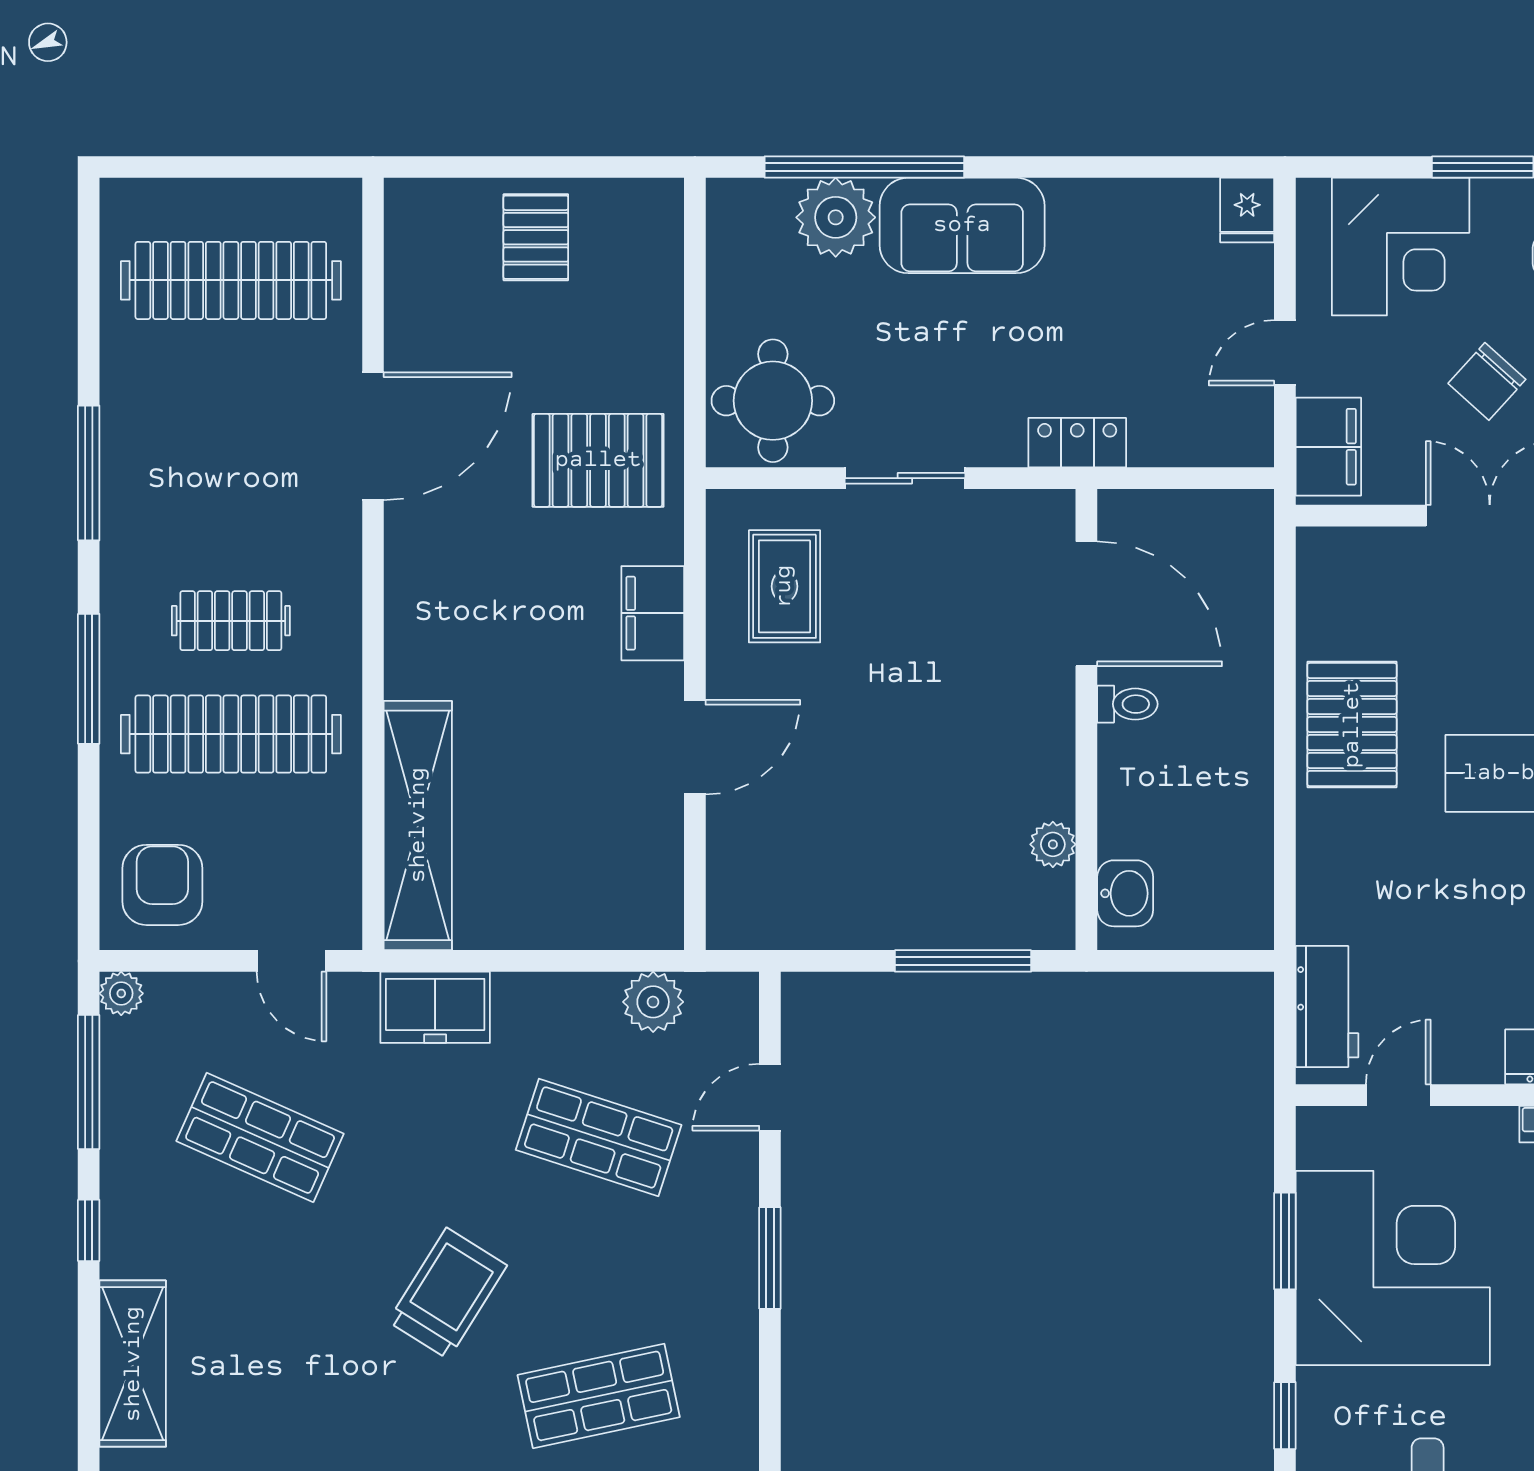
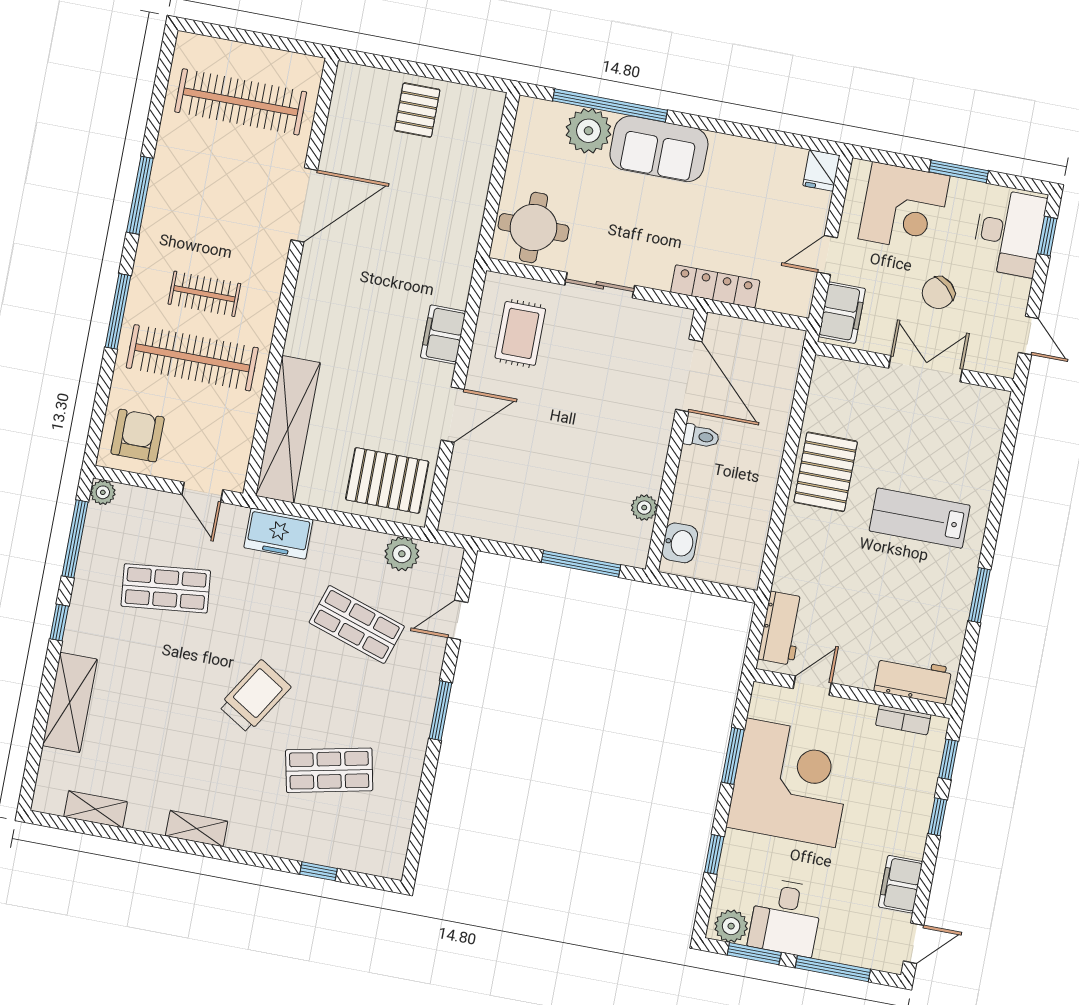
locker: (1077, 443) -> (715, 286), width x1.53
pallet: (598, 460) -> (387, 480), moved
shop shelf: (260, 1137) -> (166, 588), turned -30

